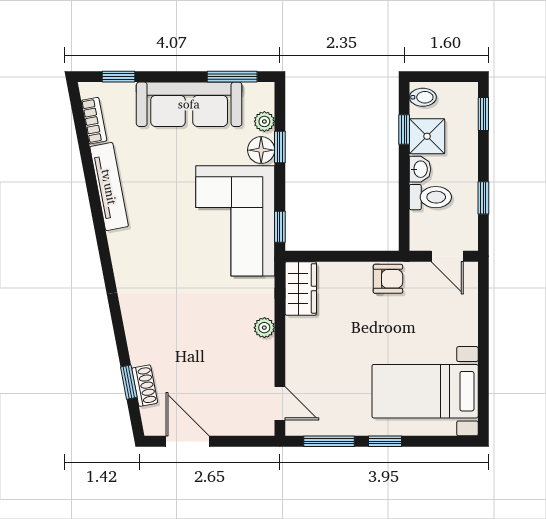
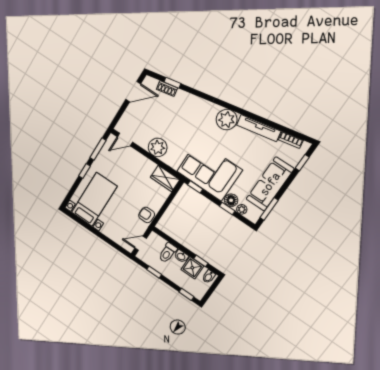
plant: (130, 249) -> (227, 120), added
armchair: (388, 279) -> (147, 215), turned 90
plant: (264, 328) -> (158, 147), width x1.88, depth x1.88

